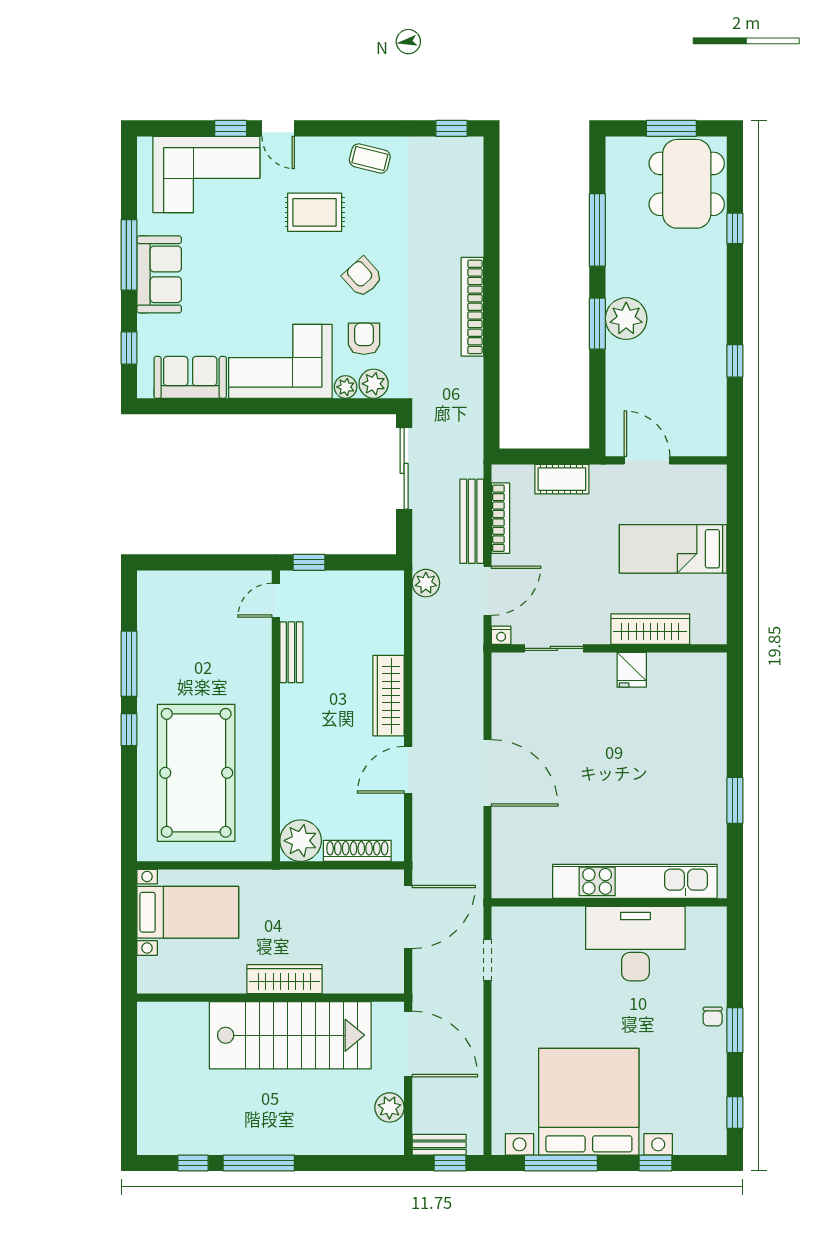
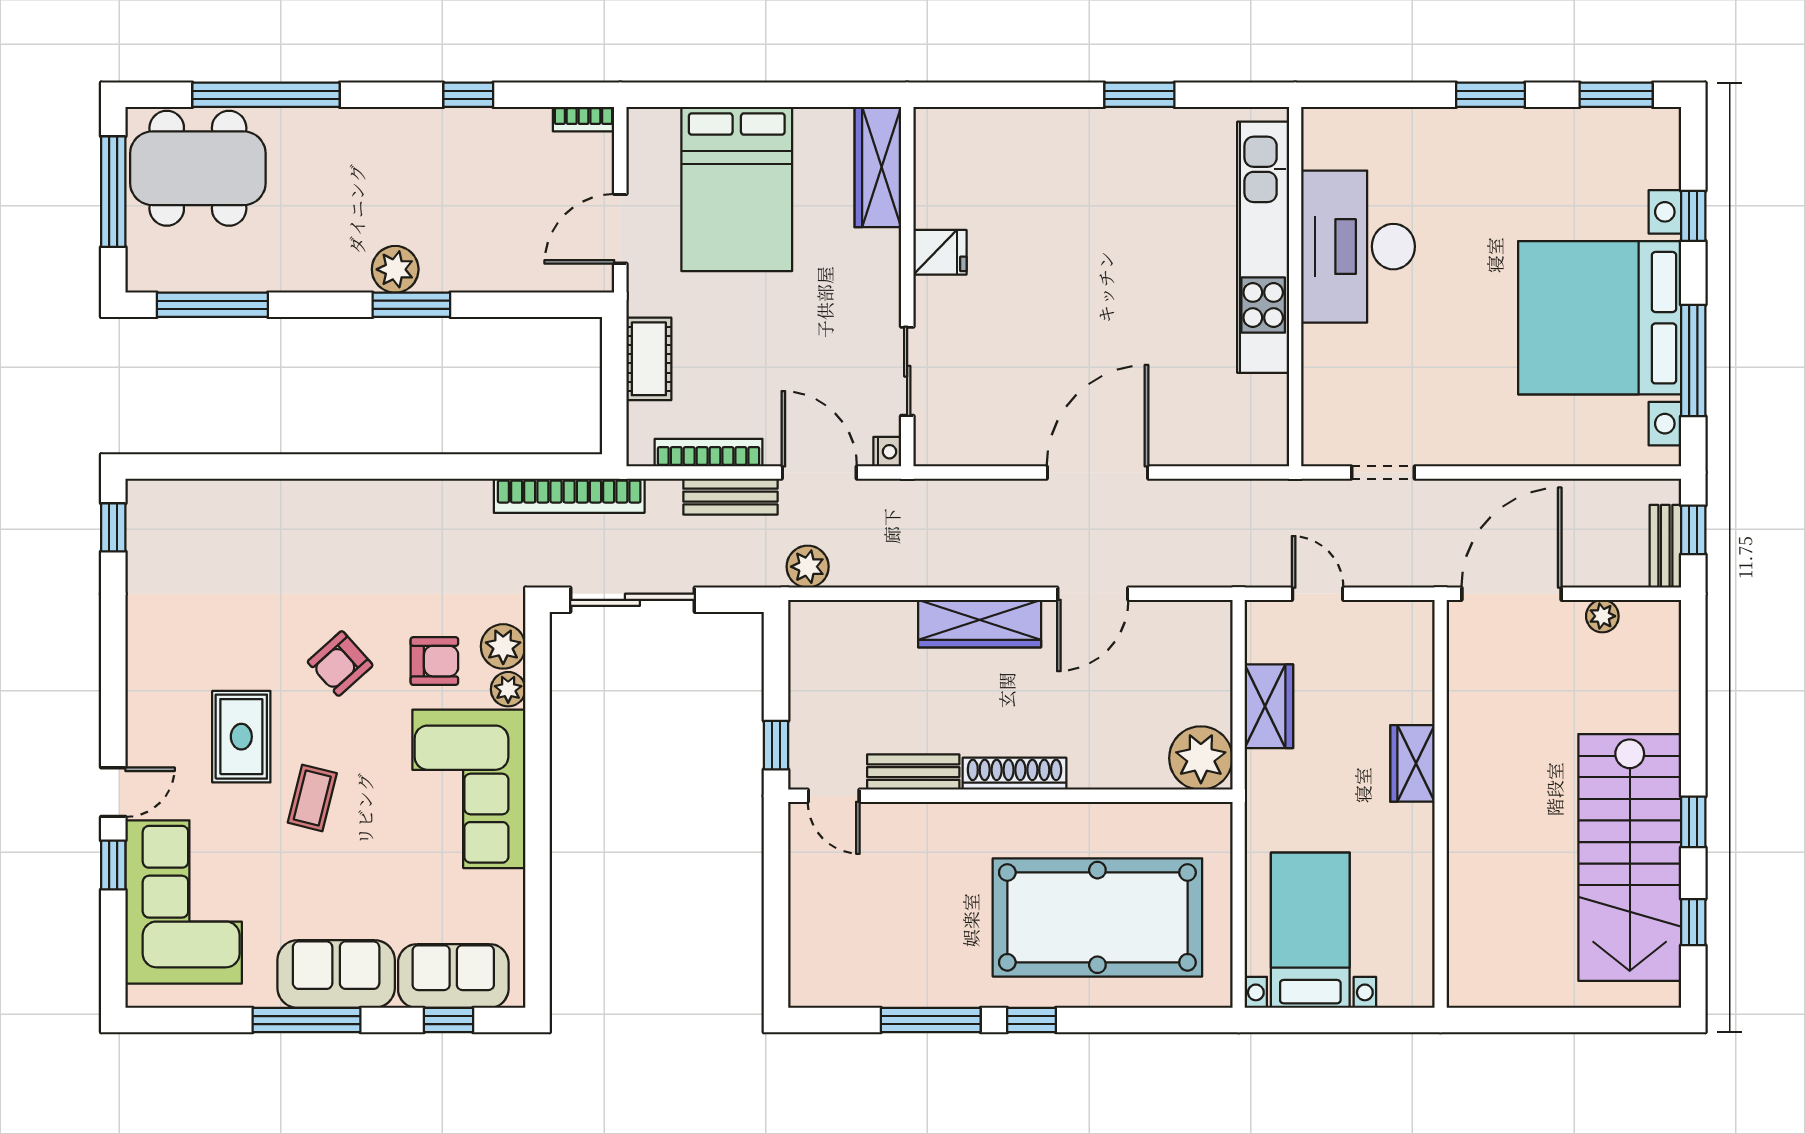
window: (671, 128) -> (113, 192), width x1.44
coffee table: (370, 158) -> (312, 798), moved
window: (735, 228) -> (266, 95), width x3.17
window: (597, 230) -> (212, 305), moved
bookcase: (472, 307) -> (569, 496), moved
plant: (626, 319) -> (395, 269), width x0.73, depth x0.73
armchair: (364, 339) -> (434, 661), turned 180
sofa: (190, 377) -> (453, 976), moved, turned 90
bookcase: (719, 436) -> (584, 119), added
bench: (472, 521) -> (730, 497), width x0.73
bed: (673, 549) -> (737, 189), width x1.50
wardrobe: (650, 629) -> (878, 167), moved
door: (408, 770) -> (1093, 594), hinge flipped
shoe rack: (357, 851) -> (1014, 774), moved, turned 90
wardrobe: (334, 885) -> (1269, 706), added
door: (408, 917) -> (1318, 594), width x0.53
wardrobe: (284, 979) -> (1412, 763), width x0.67
chair: (713, 1017) -> (1470, 129), removed
stairs: (290, 1035) -> (1630, 857), moved, turned 180
plant: (389, 1107) -> (1602, 616), width x0.73, depth x0.73
window: (735, 1112) -> (1616, 95), width x1.50
window: (259, 1163) -> (1693, 822), width x0.46

